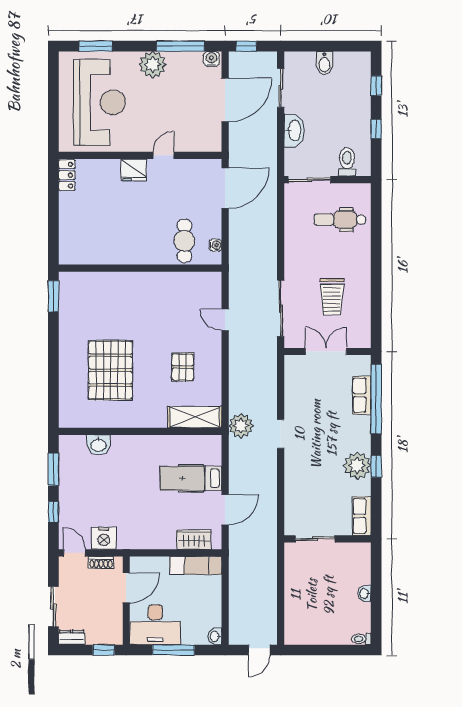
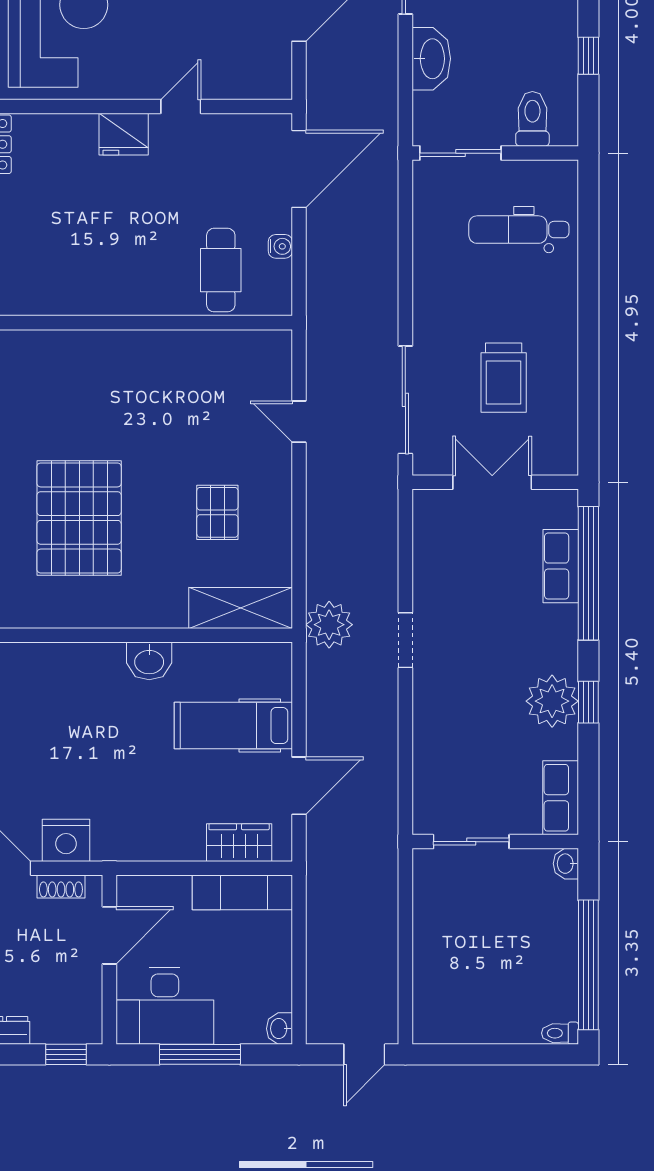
water cooler: (215, 245) -> (280, 246), moved
washbasin: (99, 445) -> (149, 661), moved
washbasin: (364, 593) -> (566, 864), moved
window: (376, 603) -> (588, 965), added

